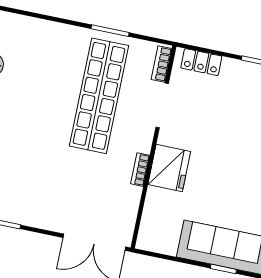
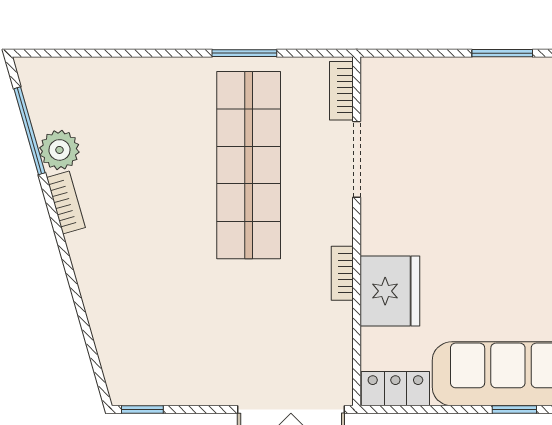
locker: (201, 62) -> (395, 389), moved, turned 180
fridge: (169, 168) -> (390, 291), moved

